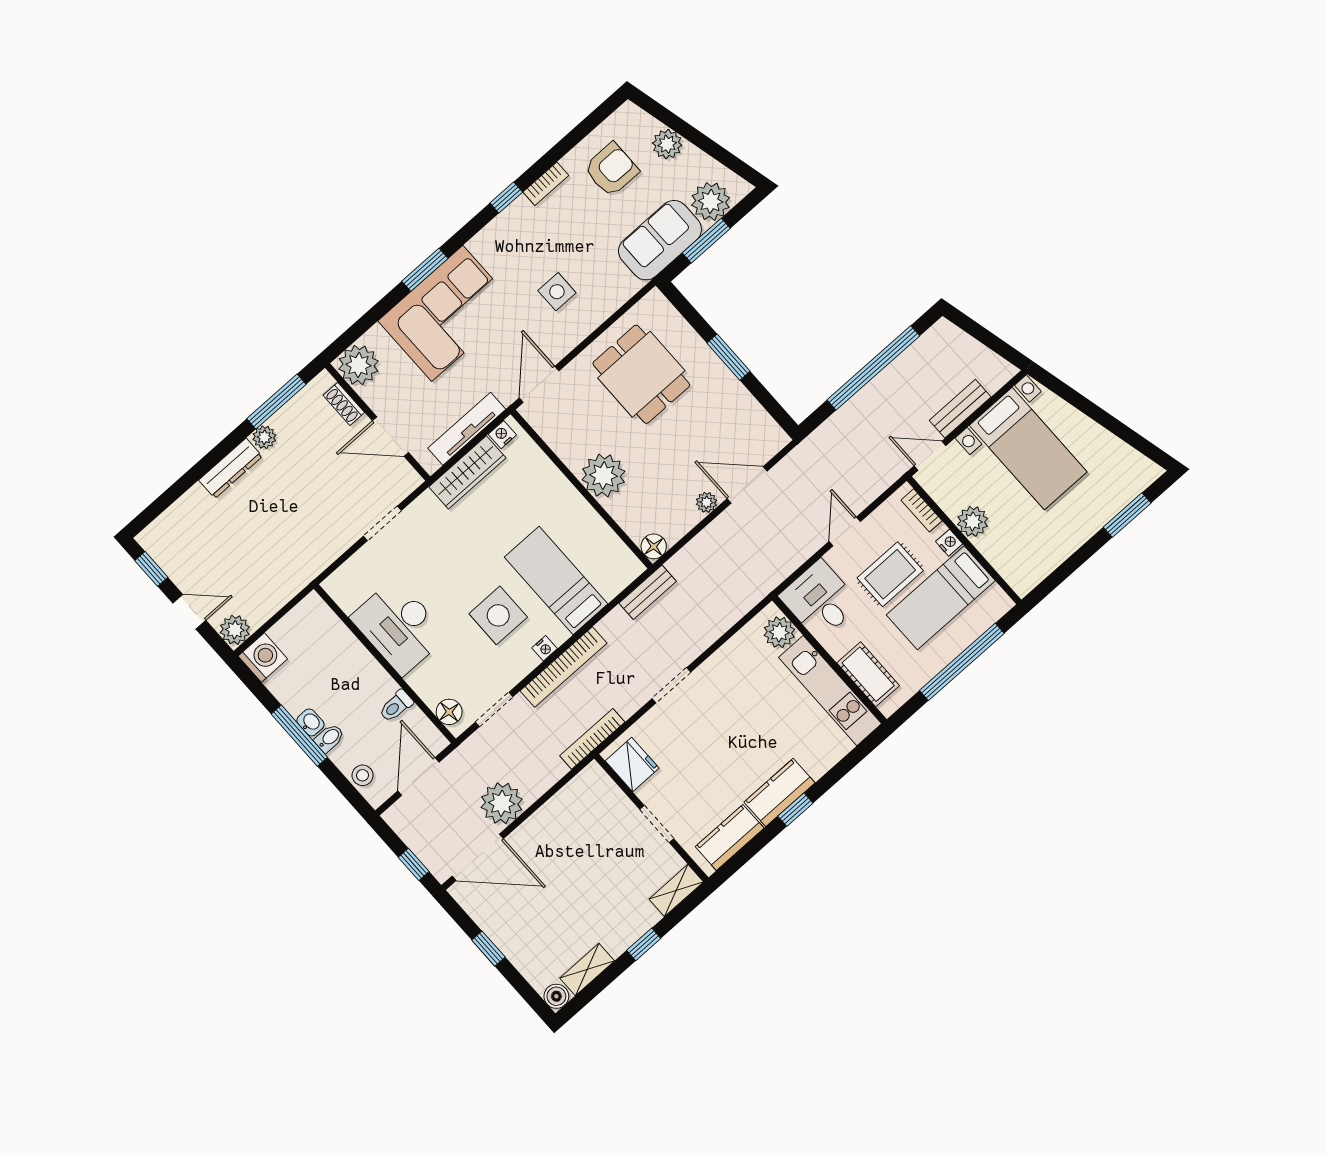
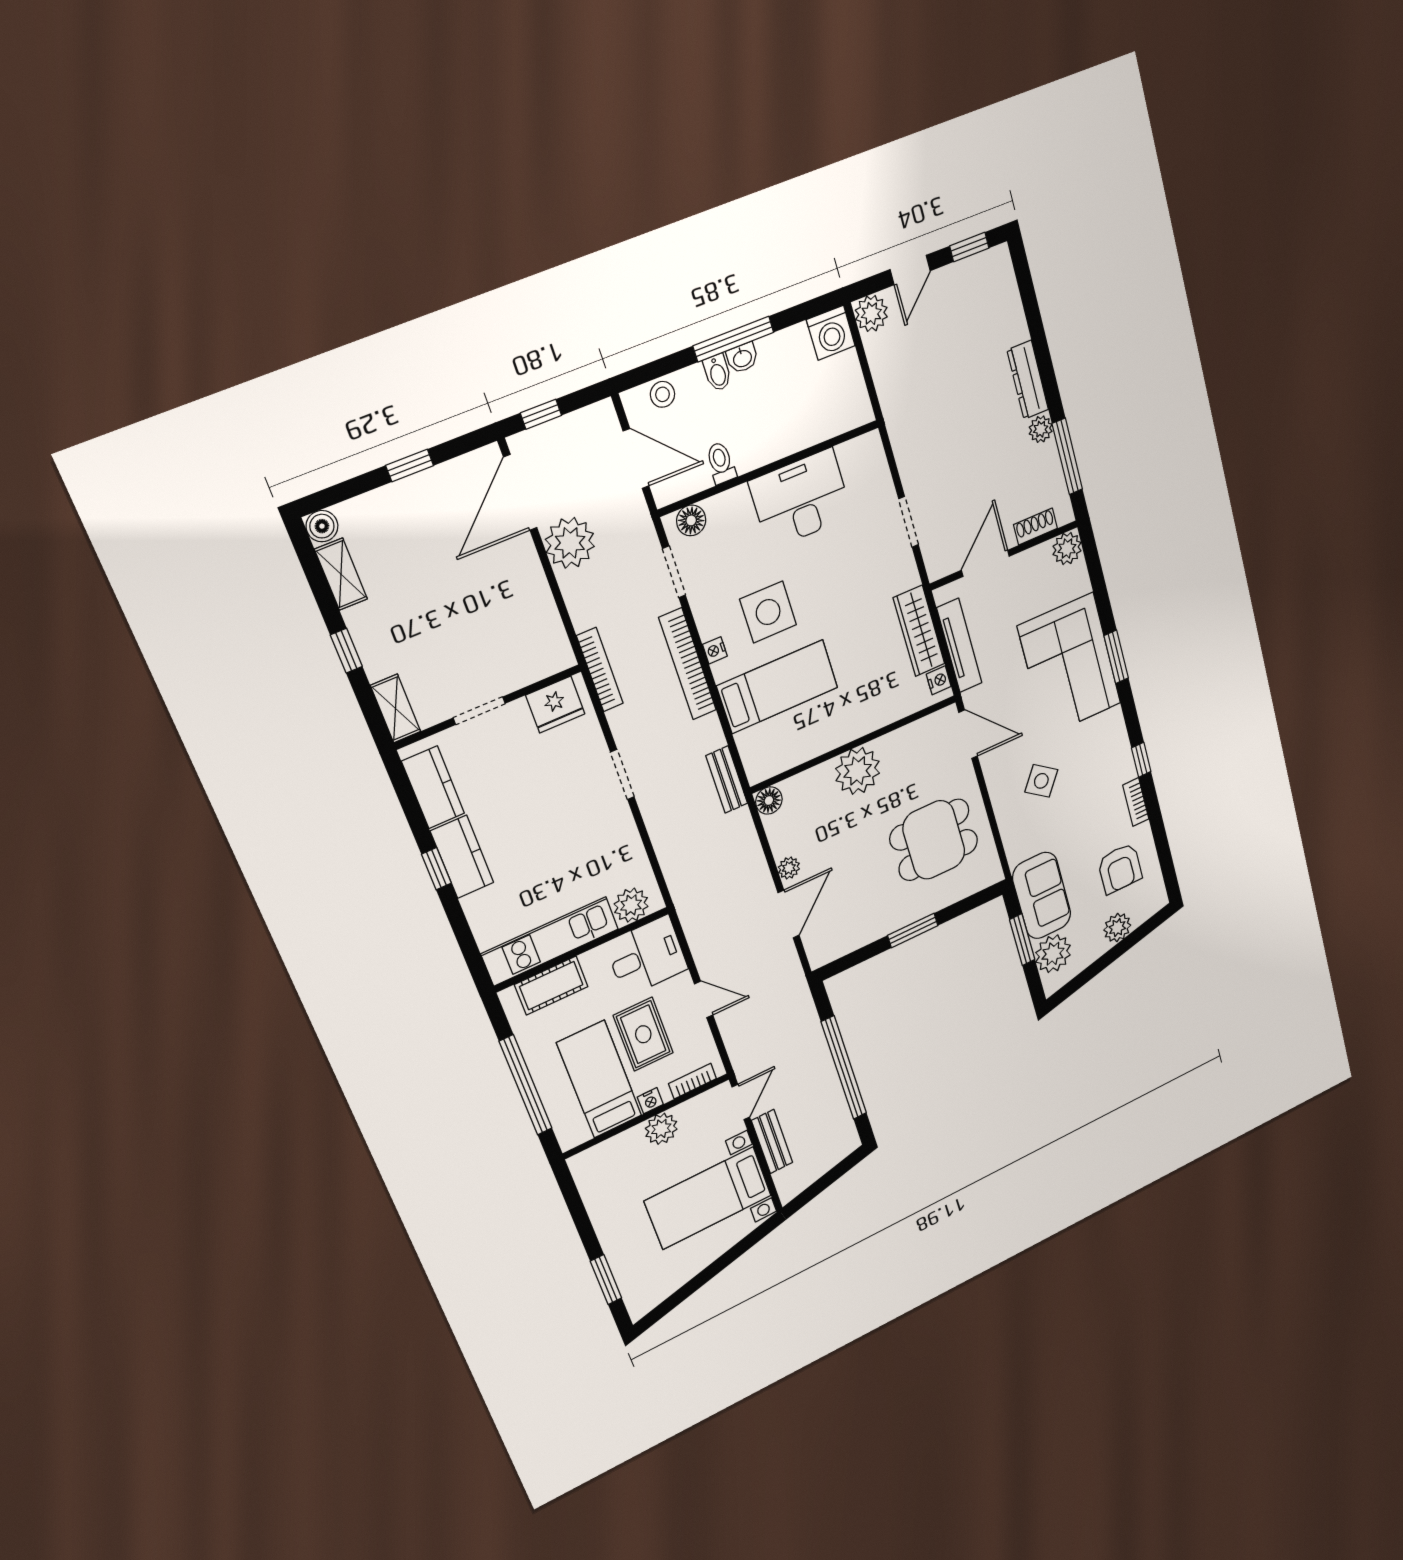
side table: (557, 292) -> (1041, 781), turned 35
plant: (359, 365) -> (1067, 549), width x0.73, depth x0.73

